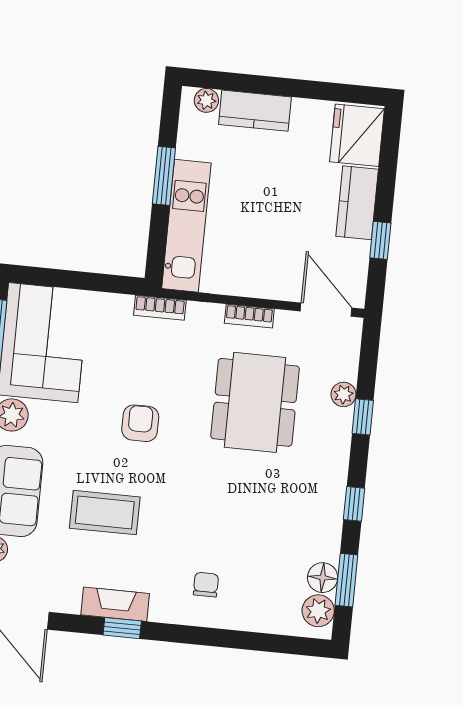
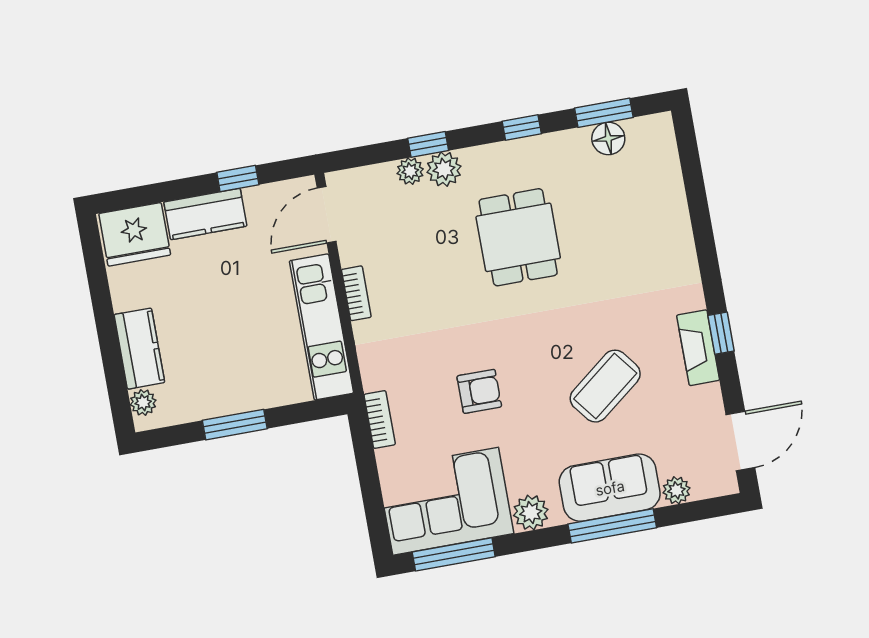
kitchen unit: (186, 226) -> (321, 327), moved, turned -90
bookcase: (160, 308) -> (380, 419), moved
dining table: (255, 402) -> (518, 237), moved, width x0.73
armchair: (140, 423) -> (479, 391), moved, turned 180
coffee table: (105, 513) -> (605, 386), turned 52
chair: (206, 585) -> (651, 259), removed
plant: (318, 611) -> (444, 169), moved

